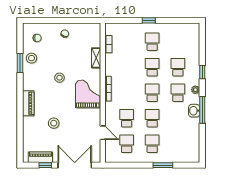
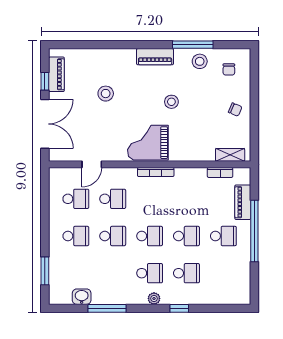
window: (149, 20) -> (254, 231), width x3.17
piano: (129, 28) -> (243, 202), added
shelving: (96, 58) -> (230, 155), moved
window: (20, 63) -> (193, 45), width x1.44
grand piano: (88, 94) -> (148, 143), turned 180
piano: (28, 103) -> (155, 57), moved
window: (202, 110) -> (107, 308), moved
washbasin: (194, 111) -> (82, 297), moved
window: (163, 165) -> (45, 271), moved

